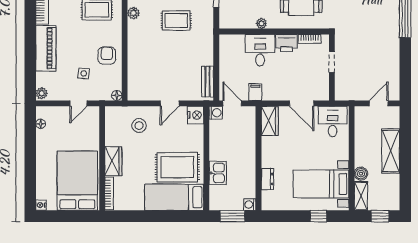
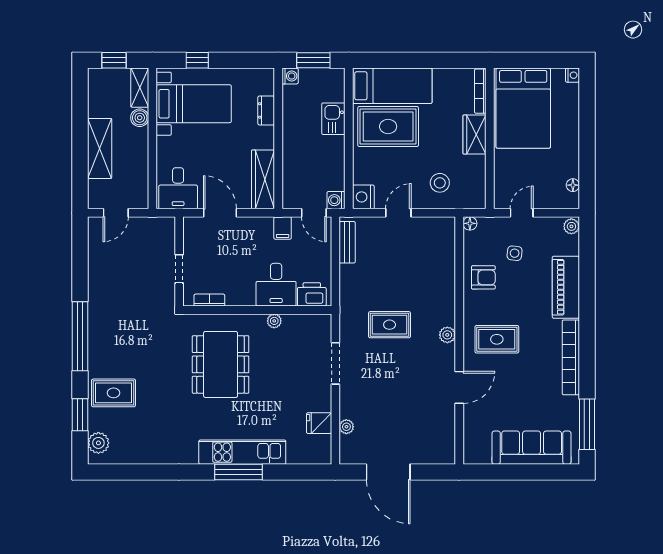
printer: (287, 43) -> (312, 294), moved
armchair: (107, 56) -> (483, 277), turned -90
wardrobe: (270, 121) -> (263, 179), width x1.50

